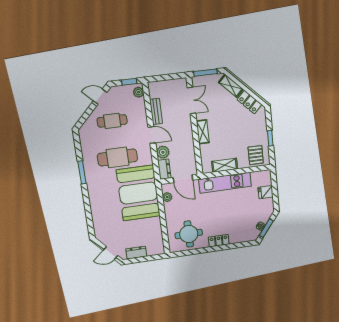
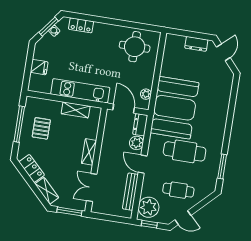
plant: (138, 92) -> (149, 207), width x1.87, depth x1.87
bench: (156, 111) -> (130, 192), width x1.36
window: (270, 138) -> (19, 124), width x2.17
pallet: (256, 155) -> (41, 128), moved
window: (82, 172) -> (222, 166), moved
locker: (219, 241) -> (81, 25), moved
door: (110, 253) -> (223, 52), hinge flipped

